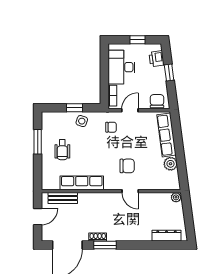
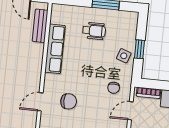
door: (130, 110) -> (130, 111), swing flipped
wheelchair: (62, 150) -> (94, 31), turned 180
chair: (127, 166) -> (69, 101), turned -90

